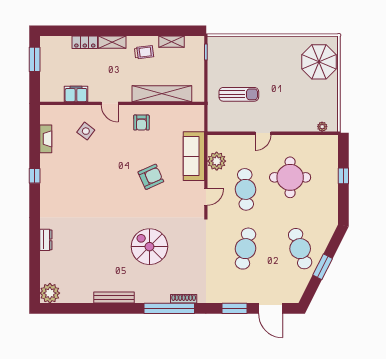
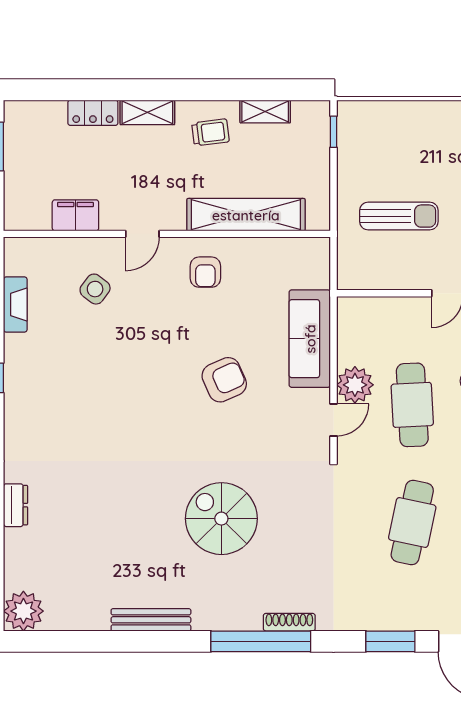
door: (110, 103) -> (142, 234), hinge flipped
plant: (217, 161) -> (355, 385), moved

